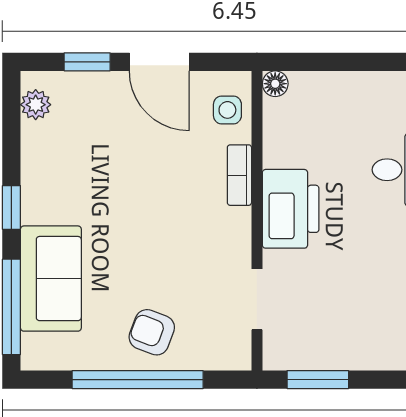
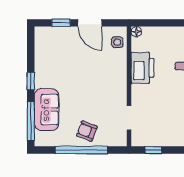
plant: (36, 105) -> (40, 40), removed
bookcase: (239, 175) -> (122, 68), removed
printer: (291, 209) -> (142, 68), moved
window: (318, 380) -> (153, 150), width x0.67

